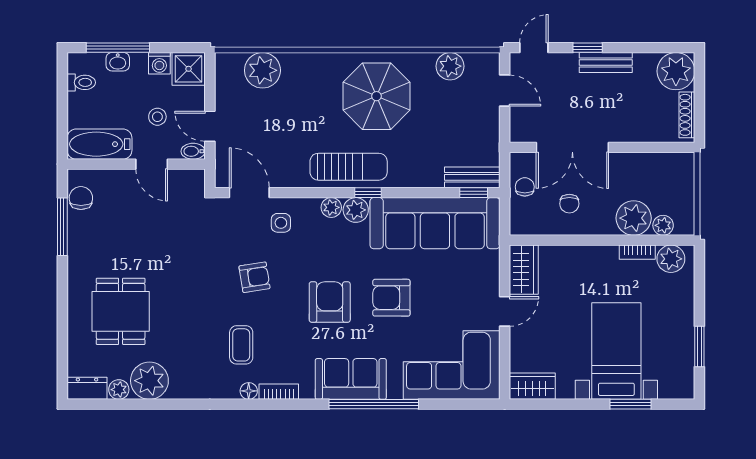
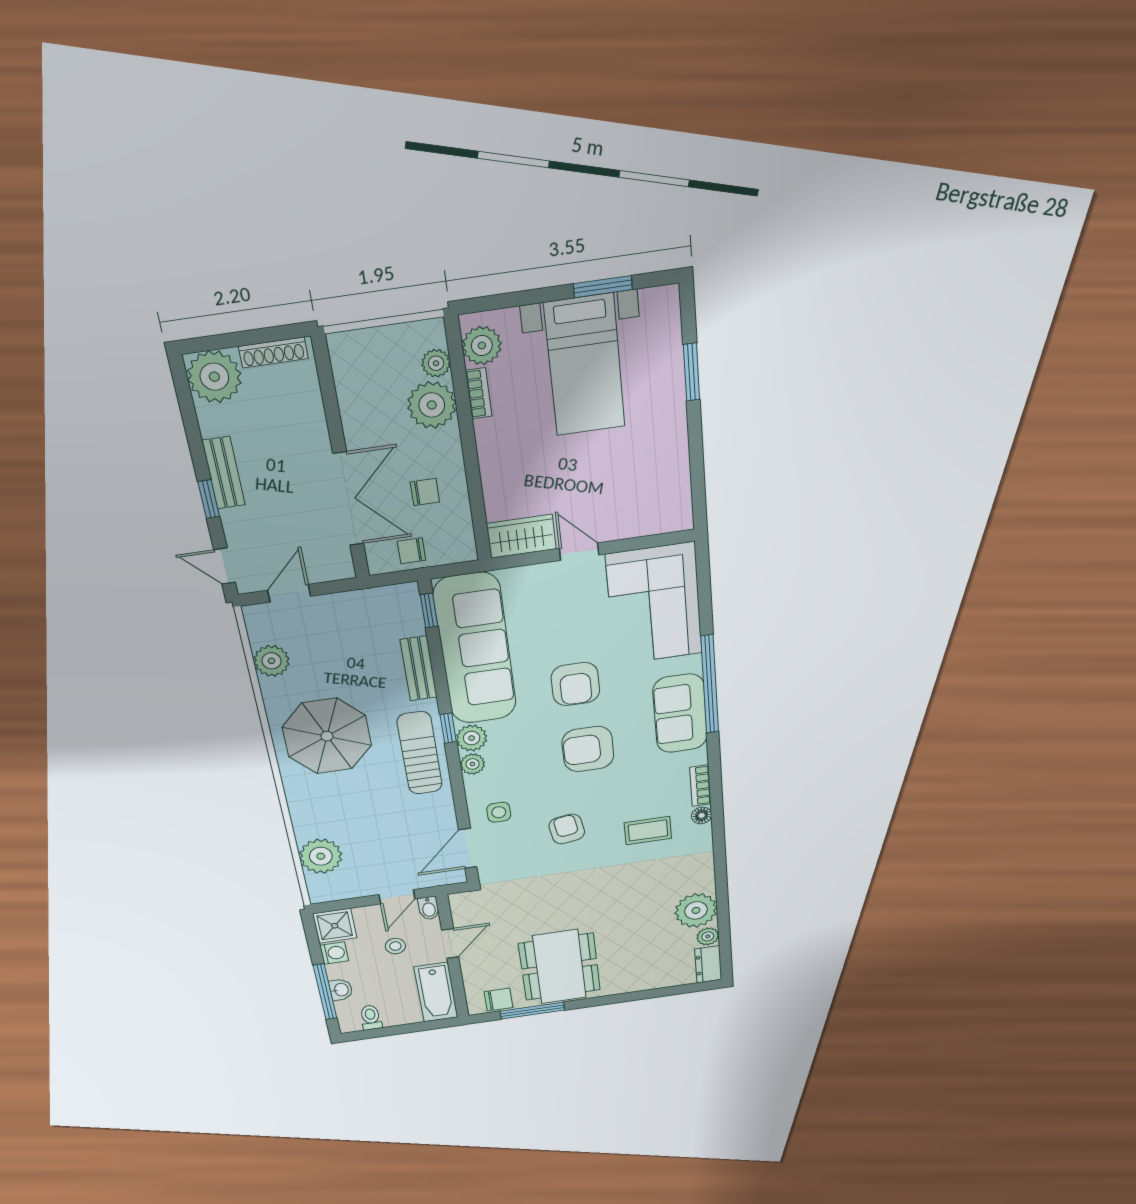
bench: (472, 177) -> (419, 668), moved
chair: (81, 198) -> (498, 1000), turned 180
dining table: (121, 311) -> (559, 967), moved, width x1.37
bed with nightstands: (616, 351) -> (585, 365), moved, turned -90
wardrobe: (532, 386) -> (675, 504), removed

